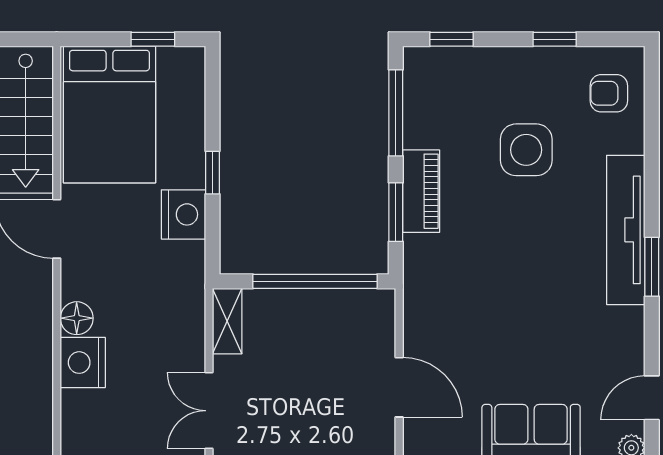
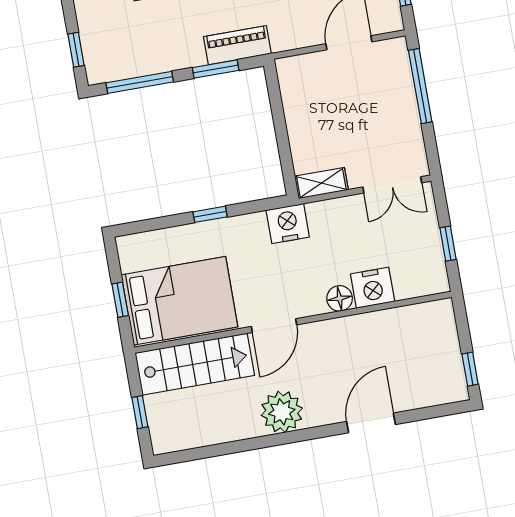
window: (153, 39) -> (120, 300), moved
piano: (421, 191) -> (237, 45), moved
nightstand: (183, 214) -> (288, 223), moved
window: (315, 281) -> (279, 121), removed

